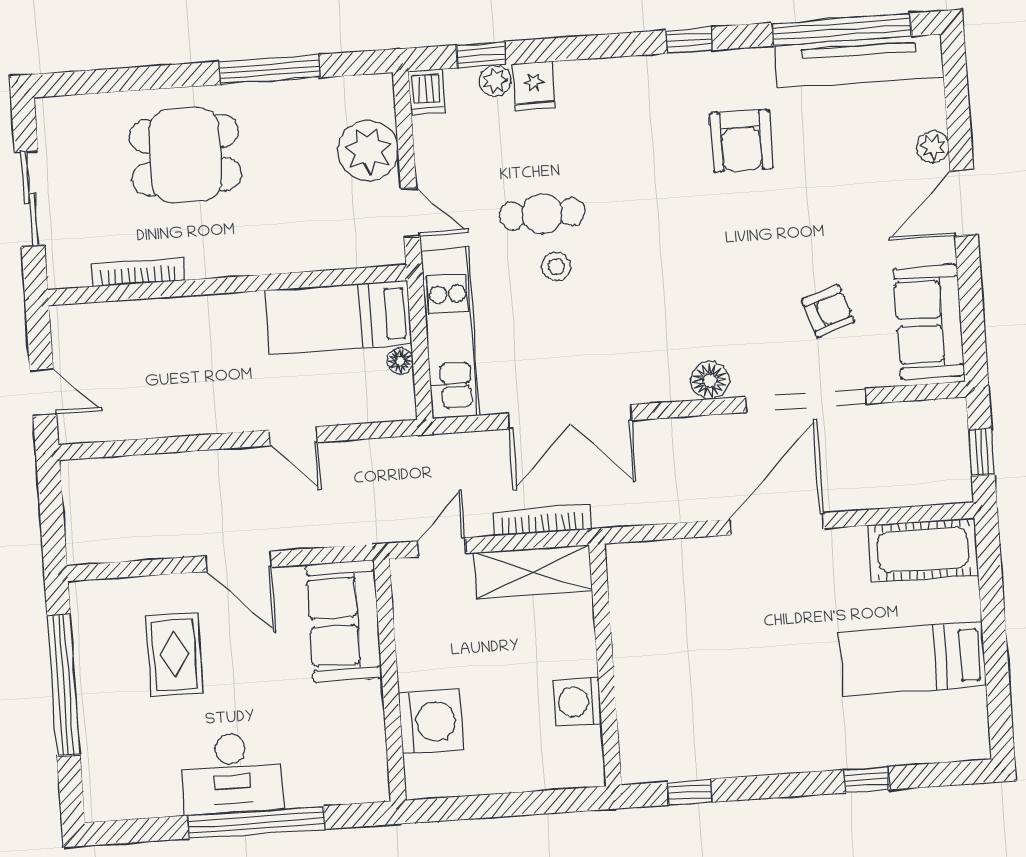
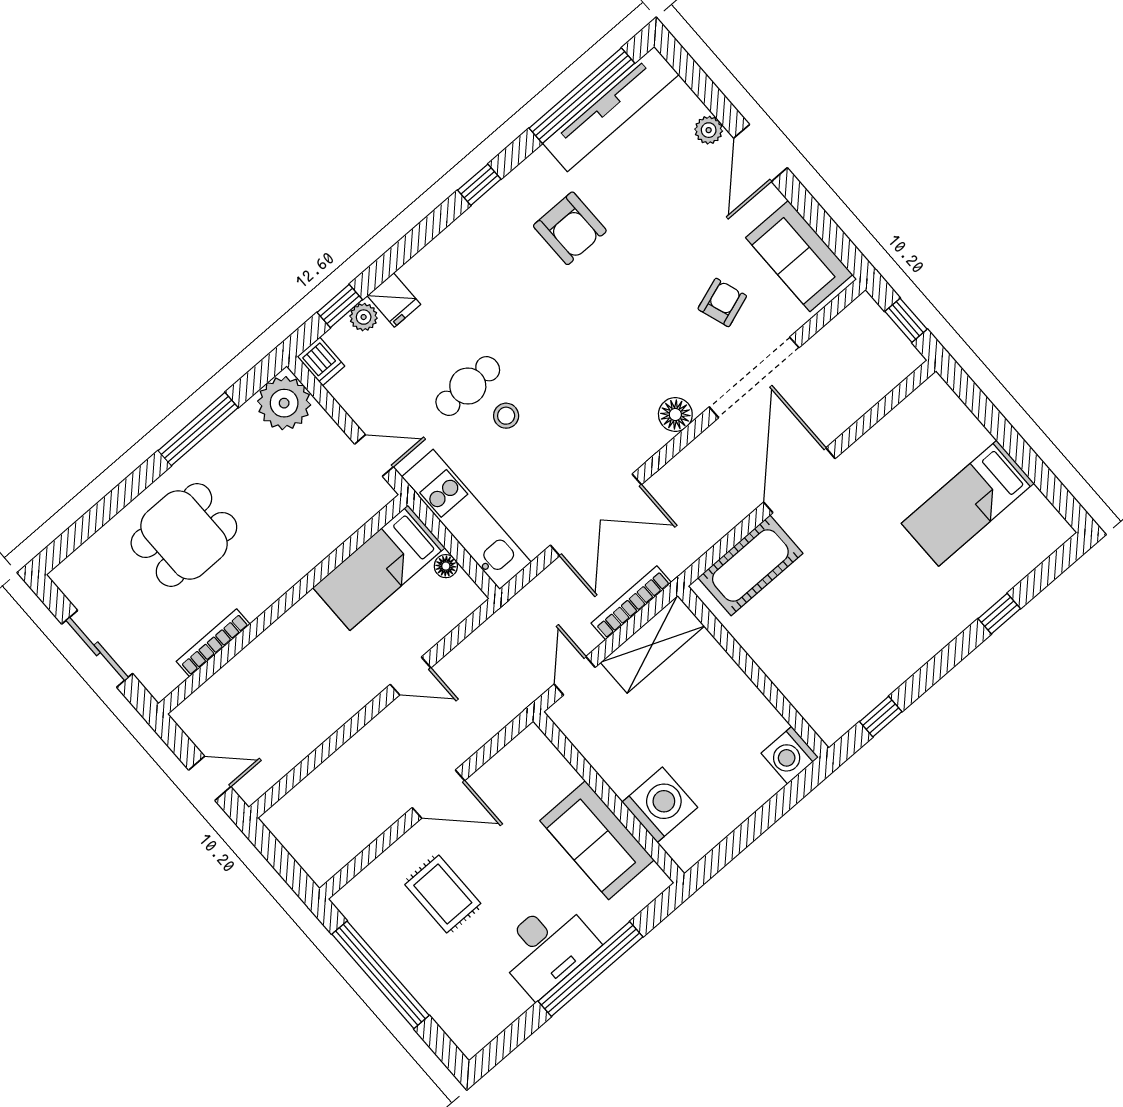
plant: (368, 150) -> (284, 403), moved
cot: (923, 550) -> (750, 565), moved
sofa: (344, 621) -> (597, 840), moved
washing machine: (577, 702) -> (790, 755), moved

